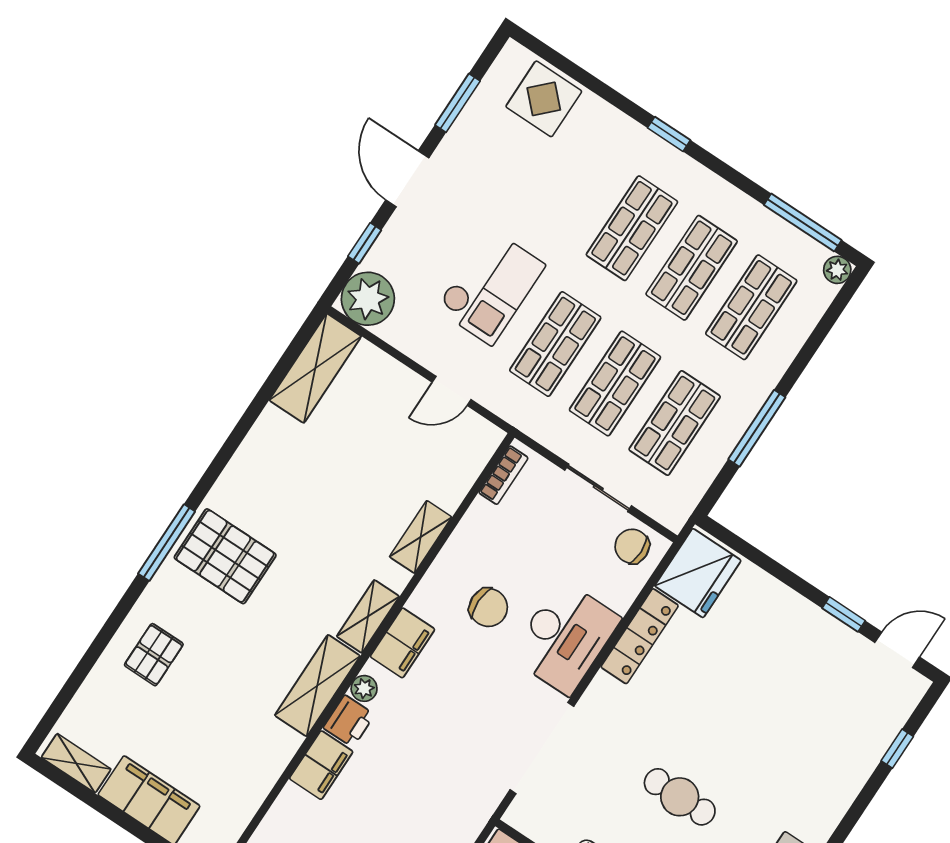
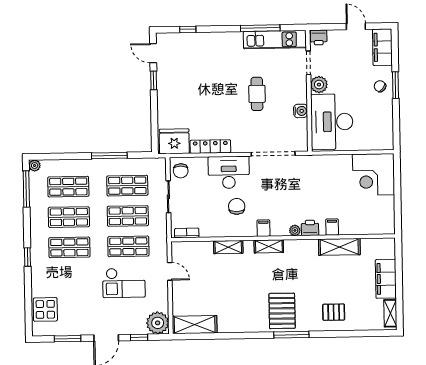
checkout: (491, 287) -> (124, 283), turned 180
filing cabinet: (402, 643) -> (263, 228), width x0.50
shelving: (317, 686) -> (339, 247), moved
filing cabinet: (321, 765) -> (332, 227), width x0.50

